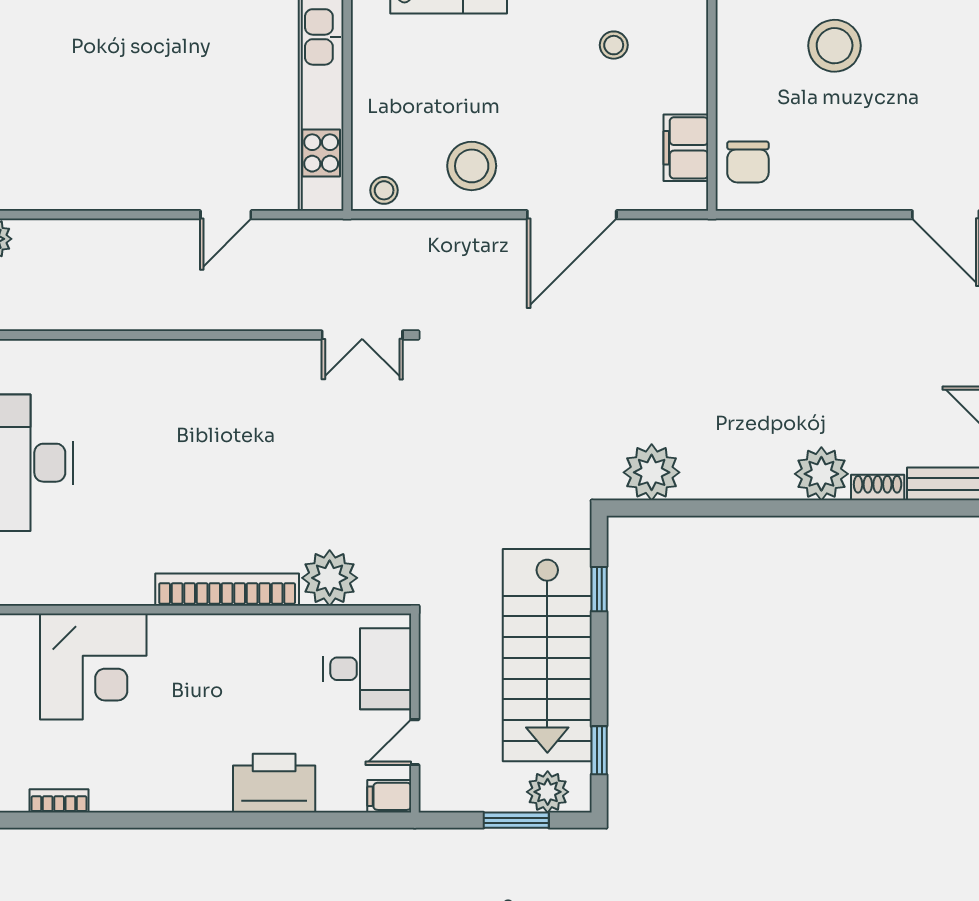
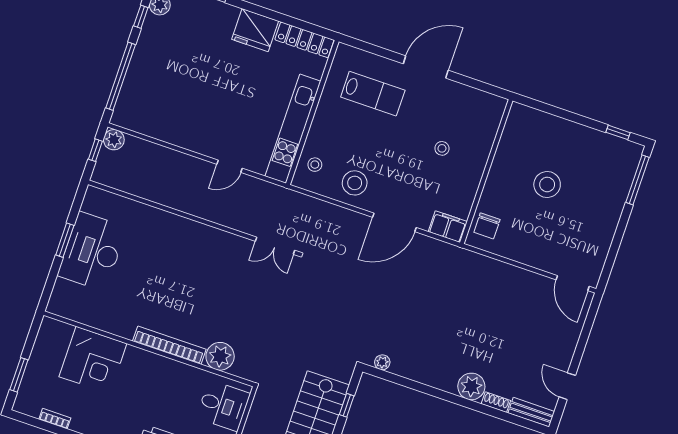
filing cabinet: (686, 148) -> (448, 227), moved, turned 90
stool: (384, 190) -> (315, 165), moved
plant: (652, 472) -> (382, 362), width x0.53, depth x0.53

